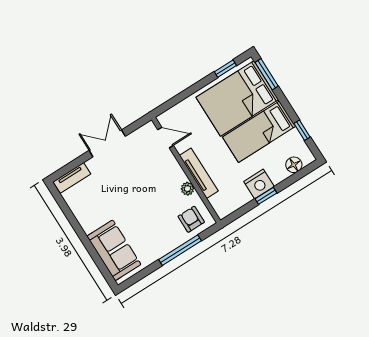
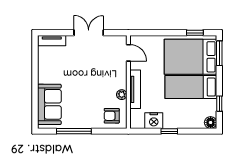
floor lamp: (294, 165) -> (211, 122), moved
nightstand: (259, 184) -> (154, 121), moved
armchair: (191, 219) -> (112, 116), turned -90
window: (180, 250) -> (74, 131), moved

